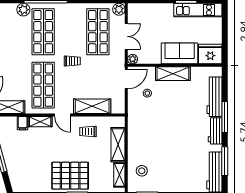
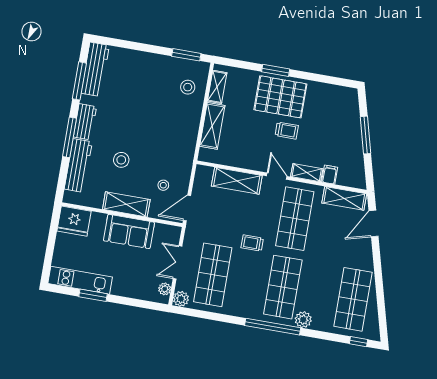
sofa: (180, 53) -> (129, 231), moved
plant: (133, 59) -> (165, 289), moved
stool: (183, 107) -> (121, 160), added
trolley: (88, 132) -> (287, 131), moved

